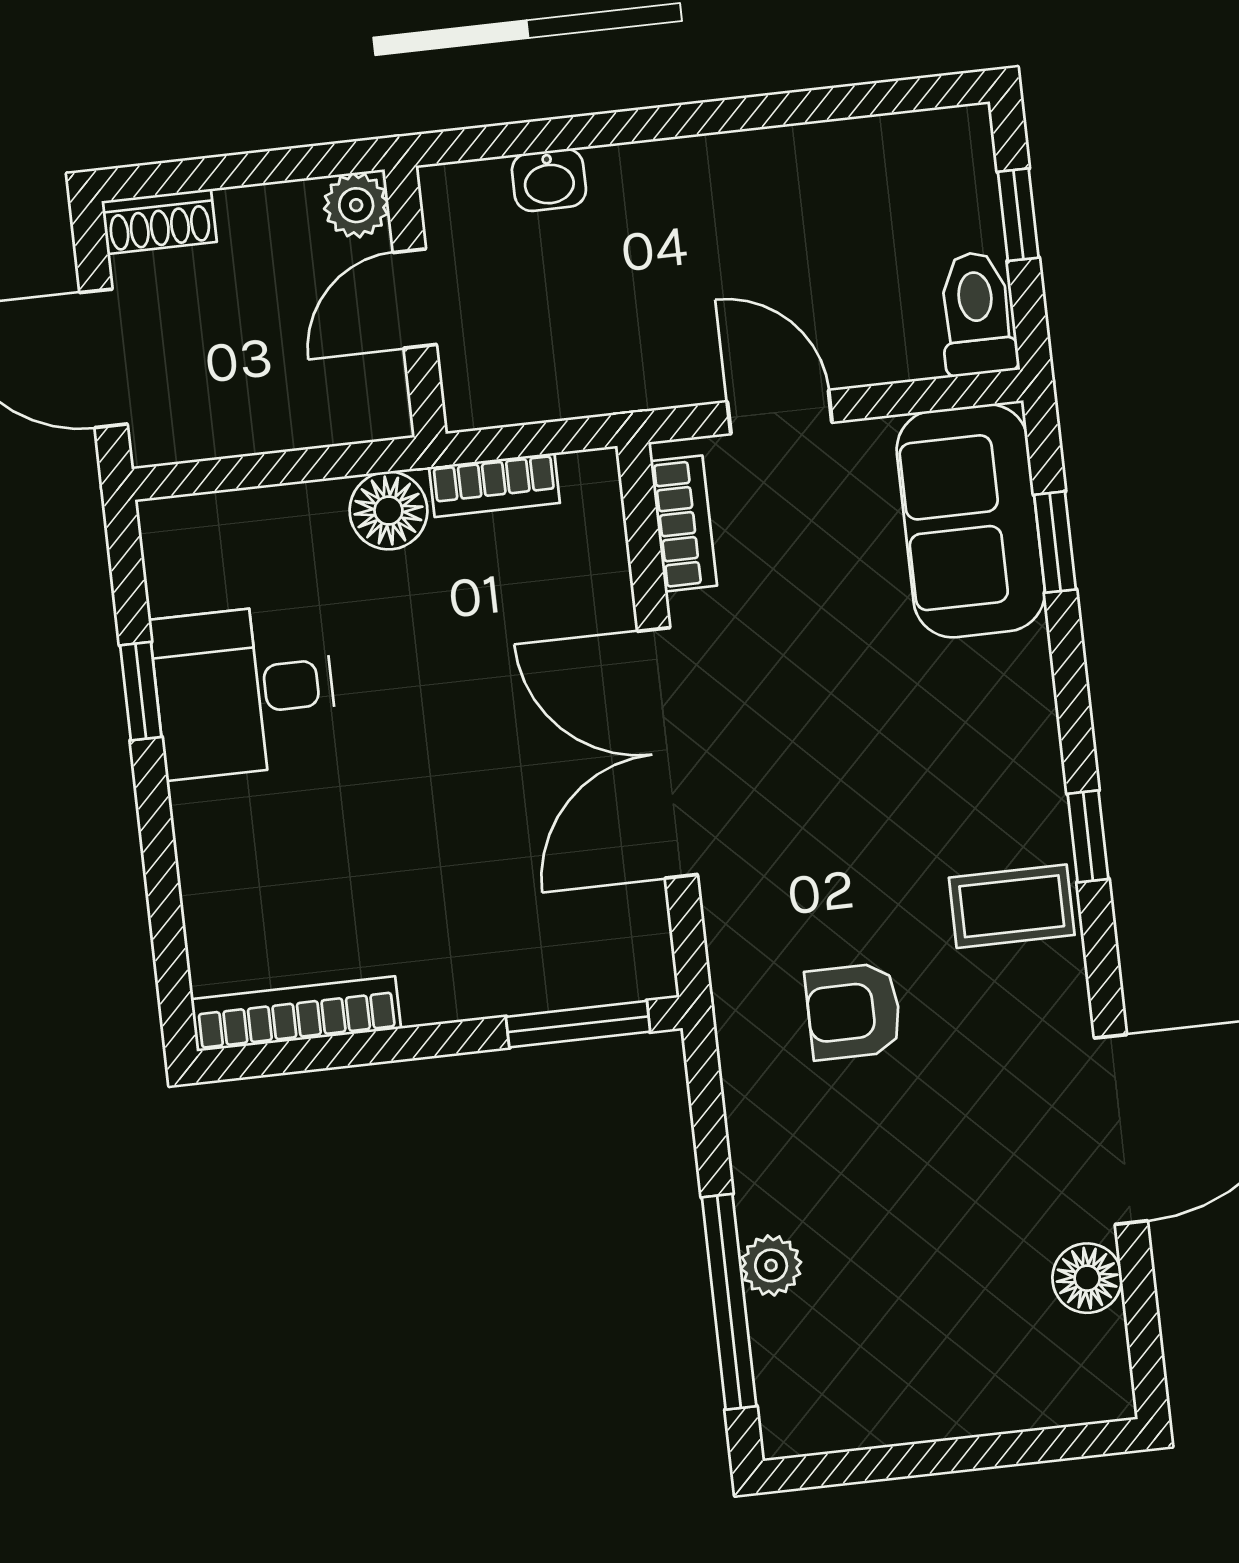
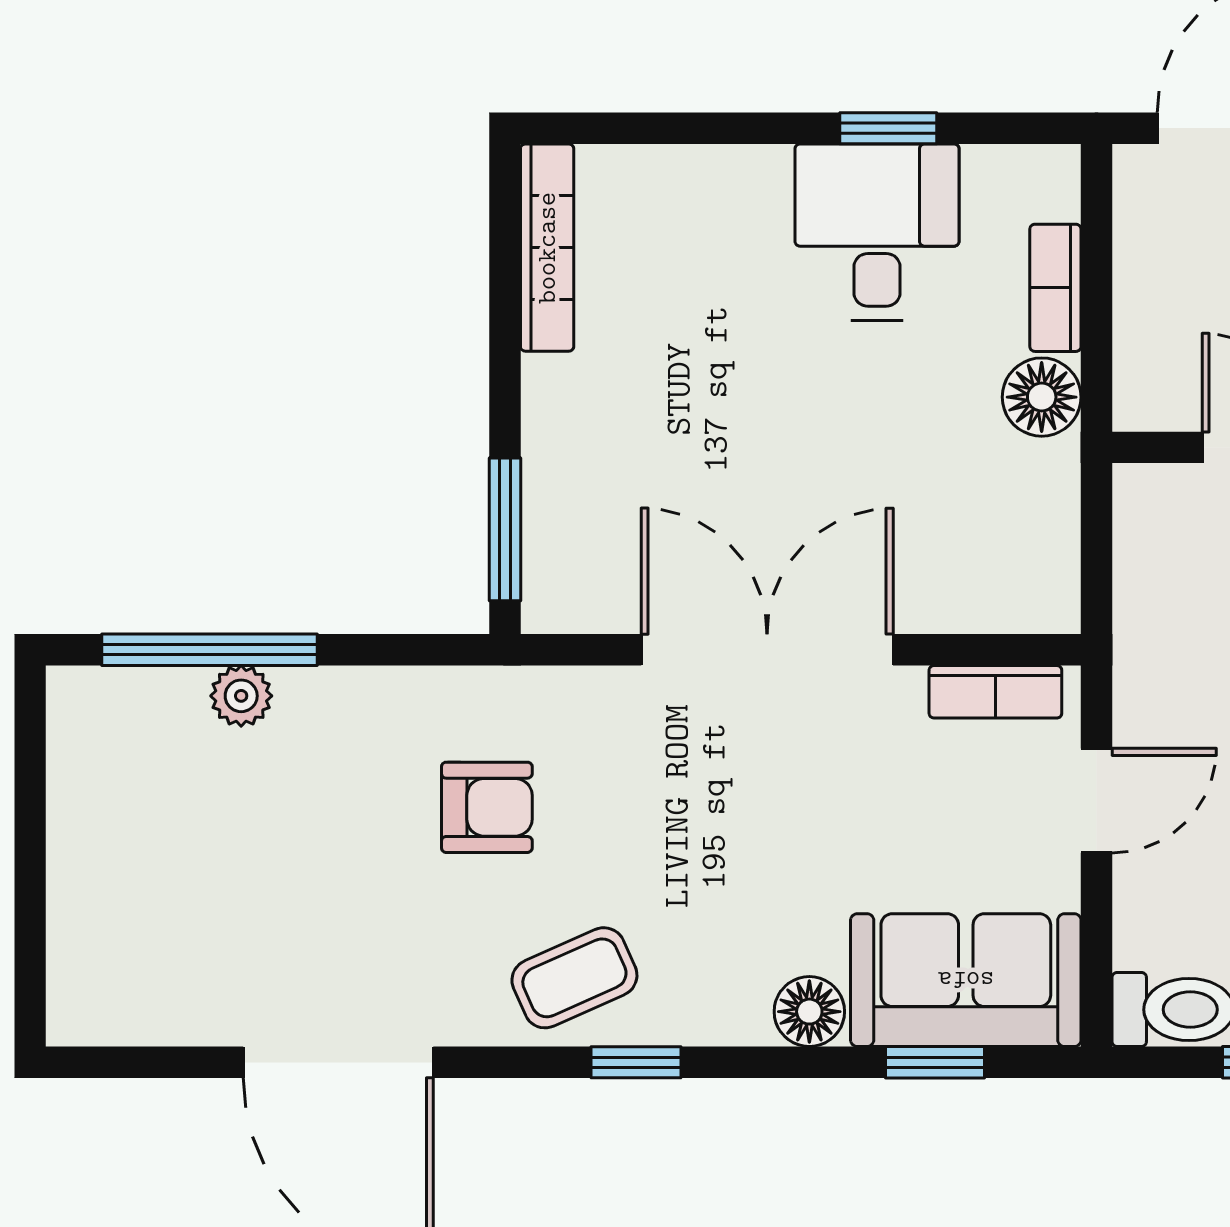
bookcase: (494, 485) -> (1055, 288), moved
coffee table: (1012, 906) -> (574, 978), turned 66
armchair: (854, 1011) -> (487, 807), turned 90
floor lamp: (1087, 1278) -> (809, 1012), moved

